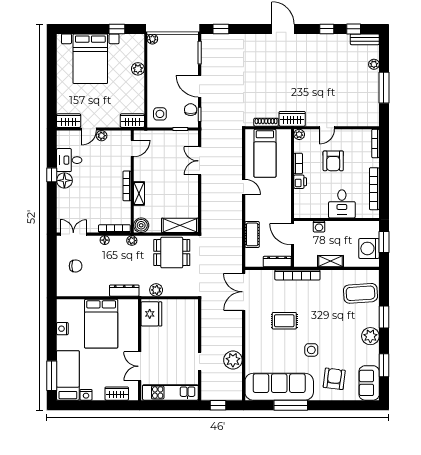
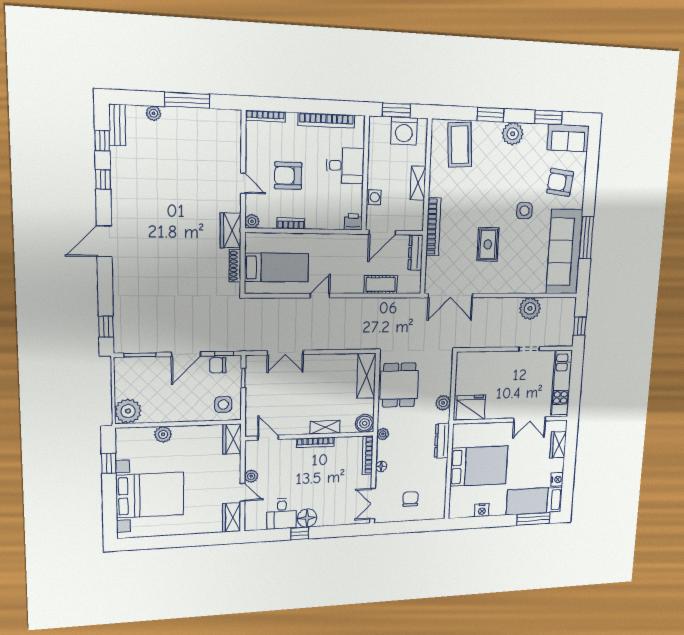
plant: (152, 39) -> (128, 411), width x1.88, depth x1.88
armchair: (333, 161) -> (288, 176), turned 180
printer: (300, 182) -> (353, 222), moved

